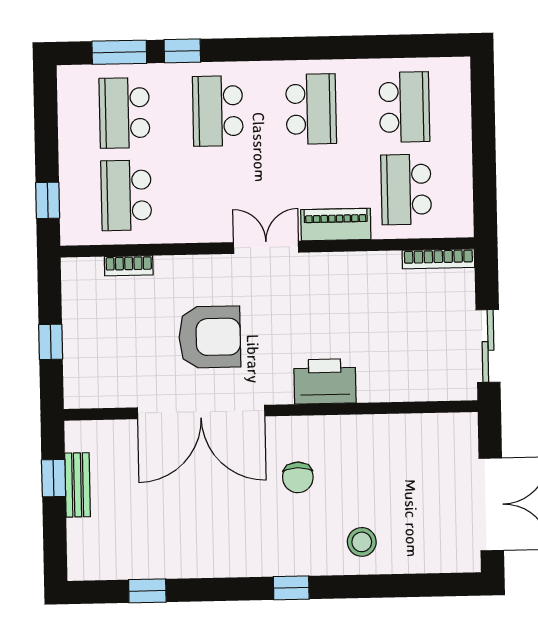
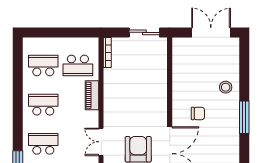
school desk: (218, 111) -> (43, 144), turned 180
double door: (266, 247) -> (101, 142), moved
printer: (325, 381) -> (158, 101), removed
window: (291, 588) -> (244, 117), width x2.17

